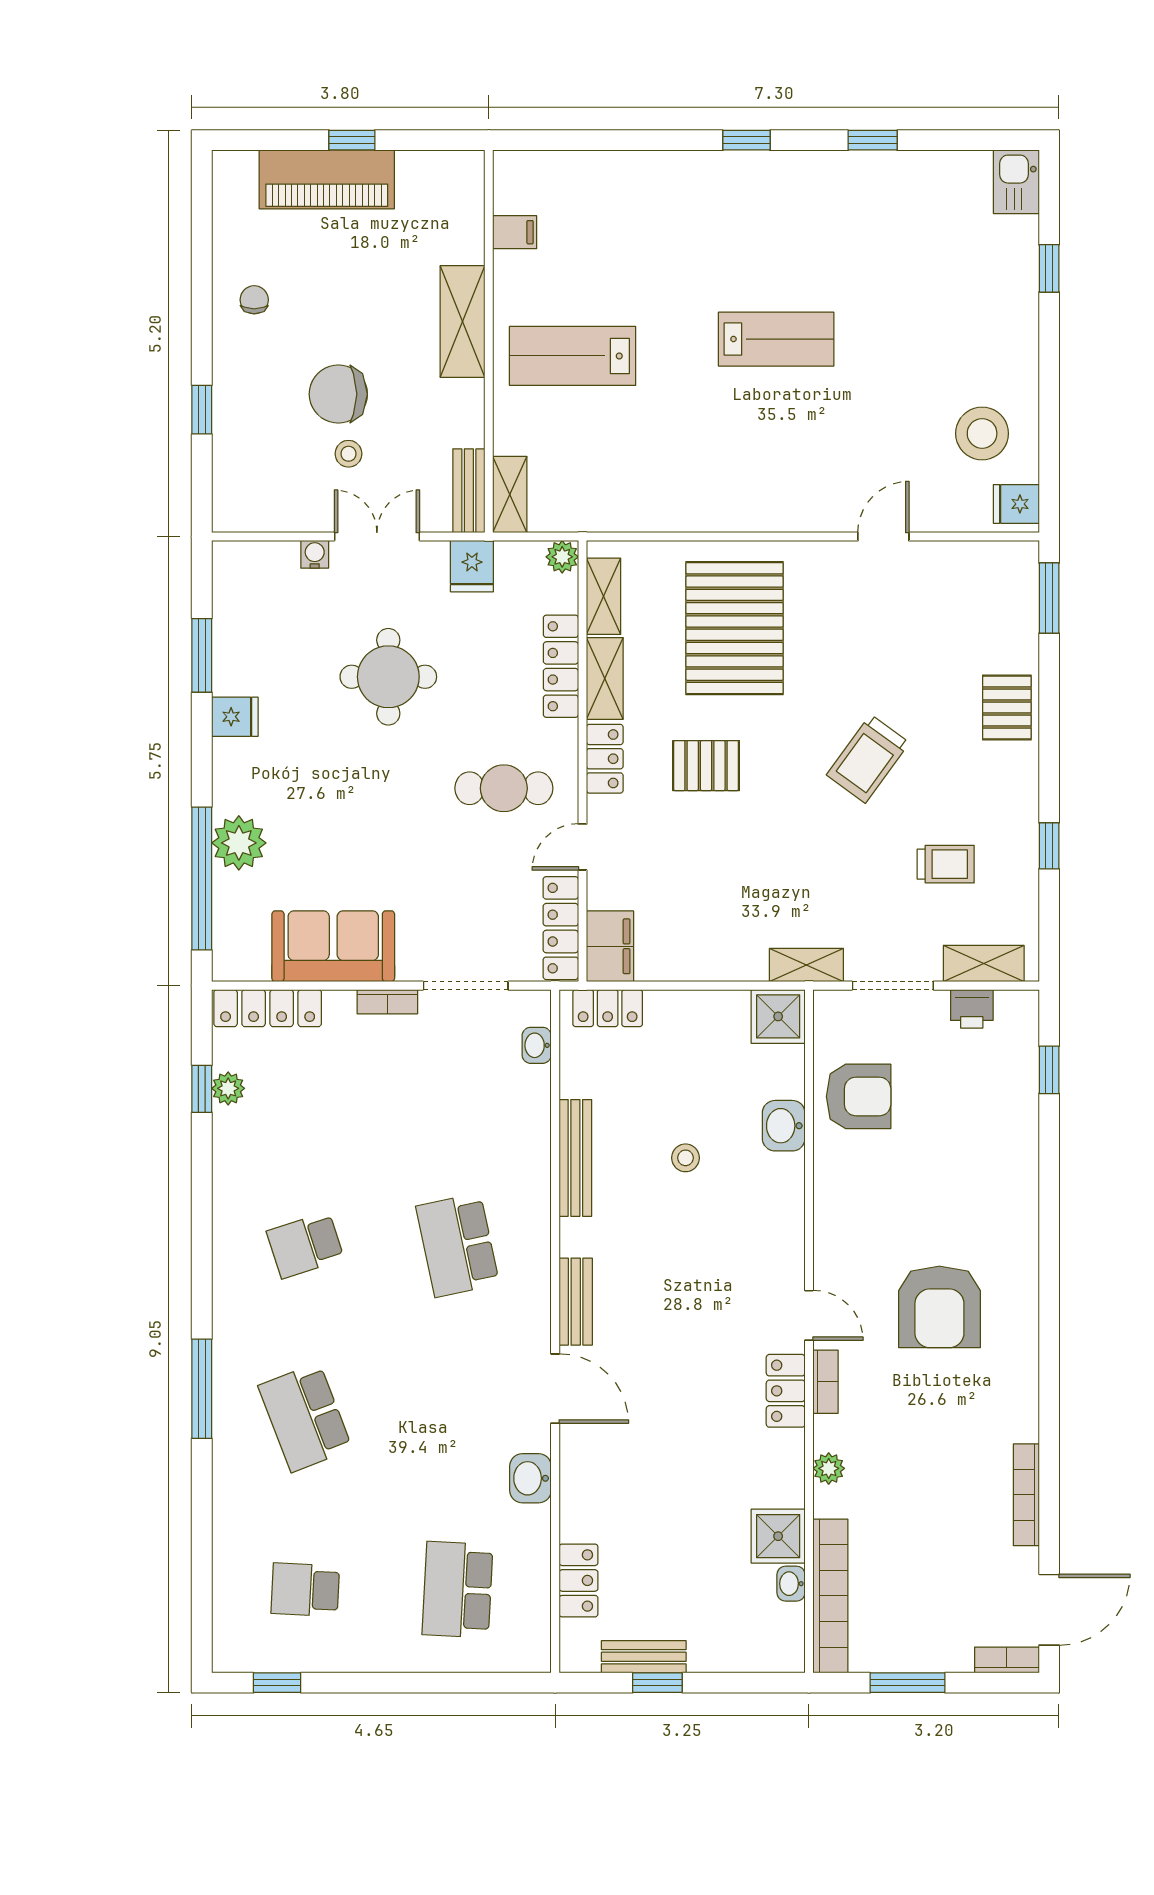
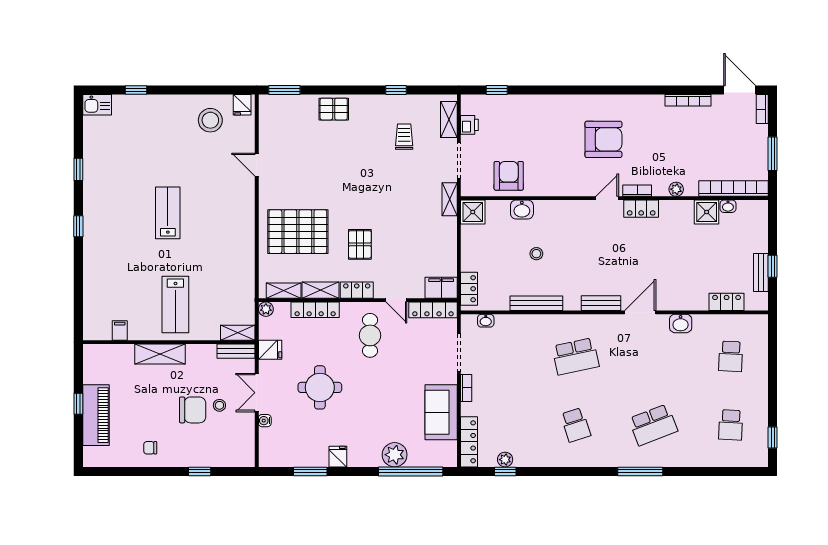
chair: (338, 394) -> (193, 410), turned -90
trolley: (868, 759) -> (357, 172), removed
school desk: (458, 1590) -> (731, 356), width x0.54

